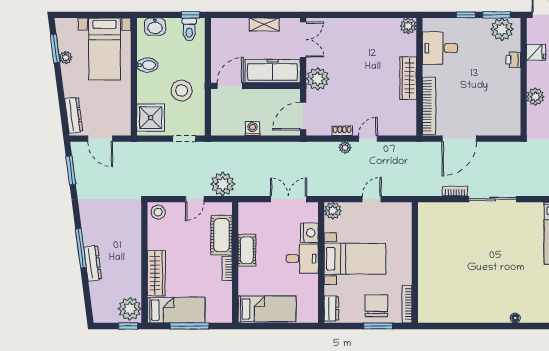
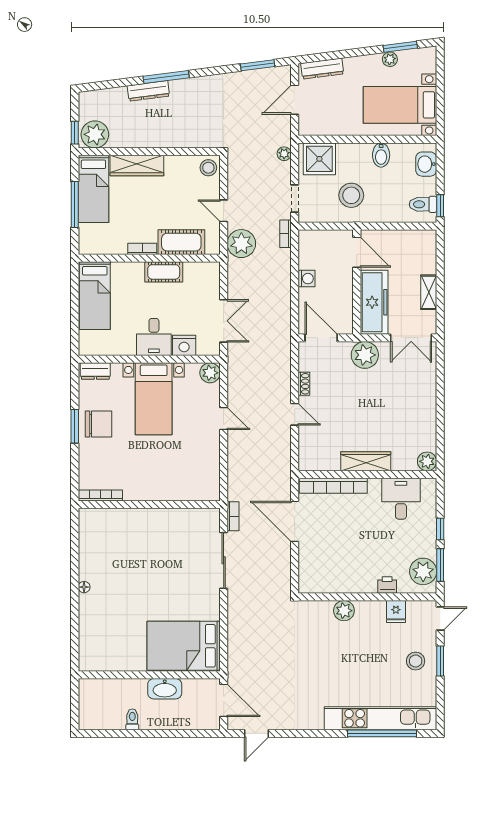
bookcase: (214, 146) -> (286, 234), added
plant: (345, 148) -> (284, 154), moved
wall: (415, 263) -> (149, 505), moved
bookcase: (407, 304) -> (100, 495), moved

